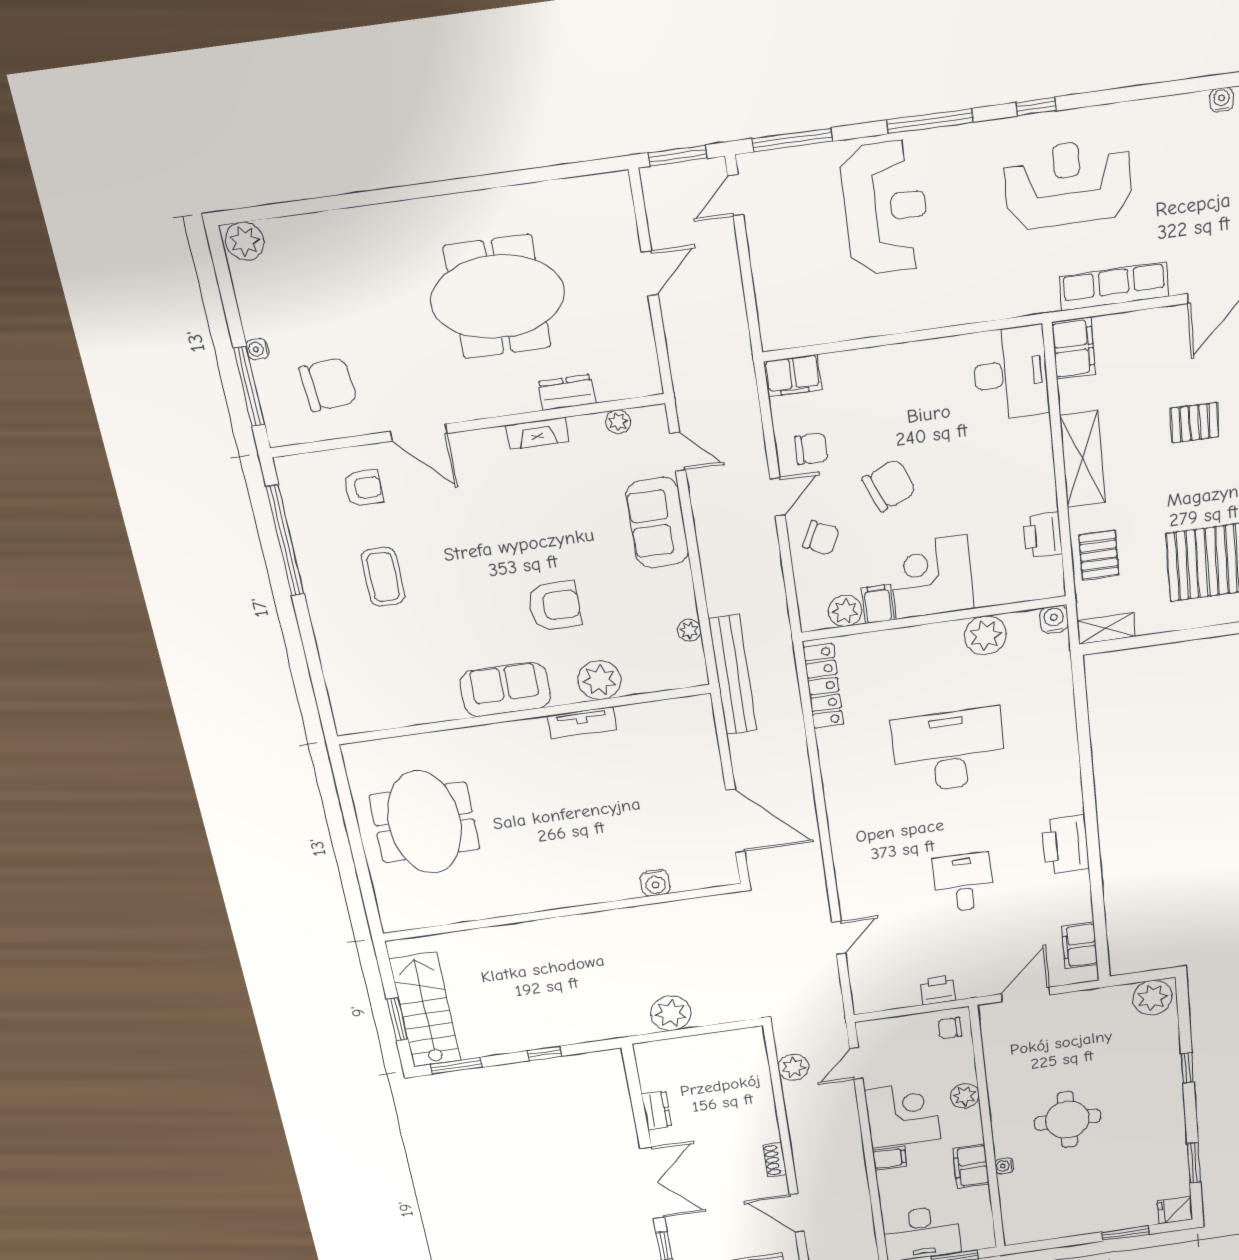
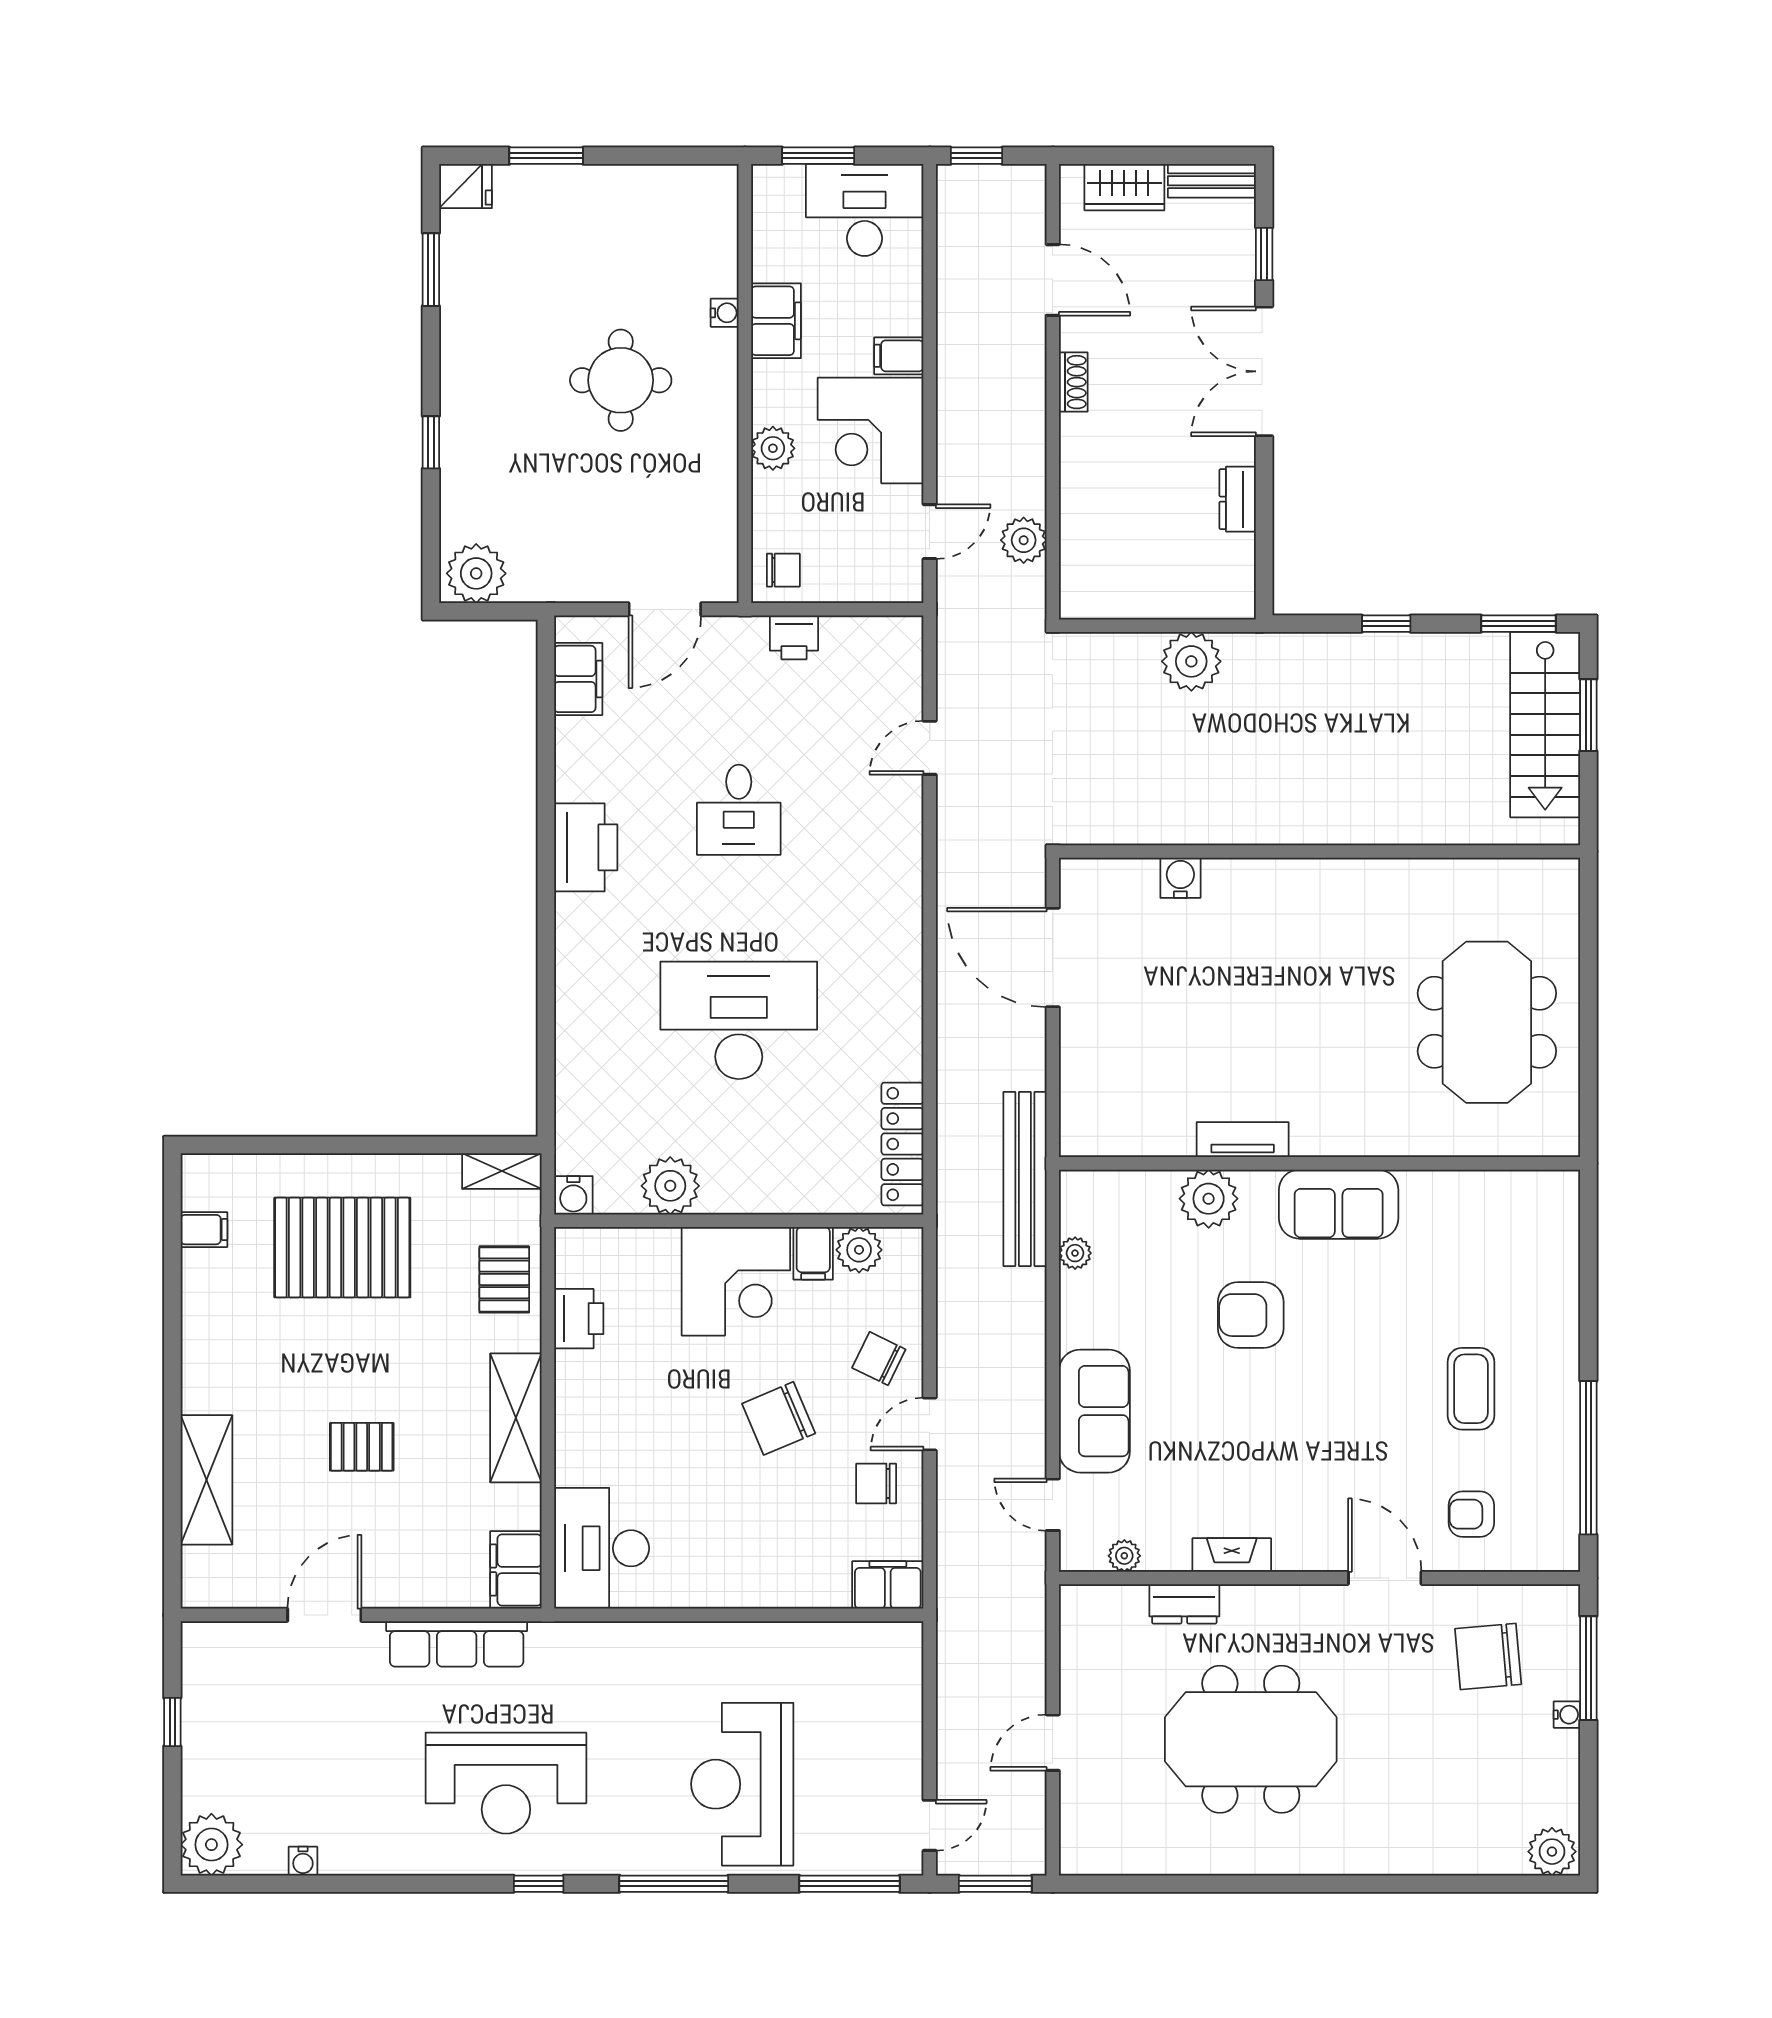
desk: (949, 751) -> (739, 1020), turned 180

